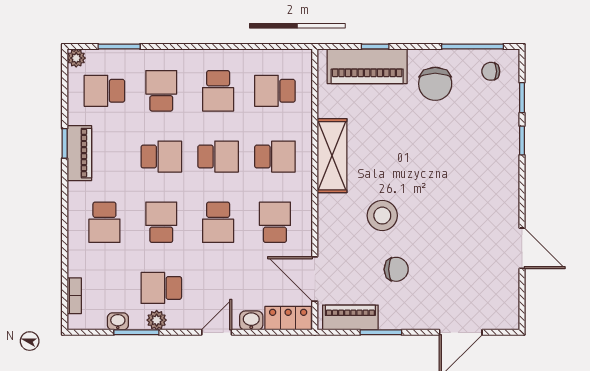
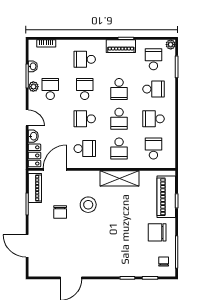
school desk: (161, 222) -> (85, 89), turned -90

